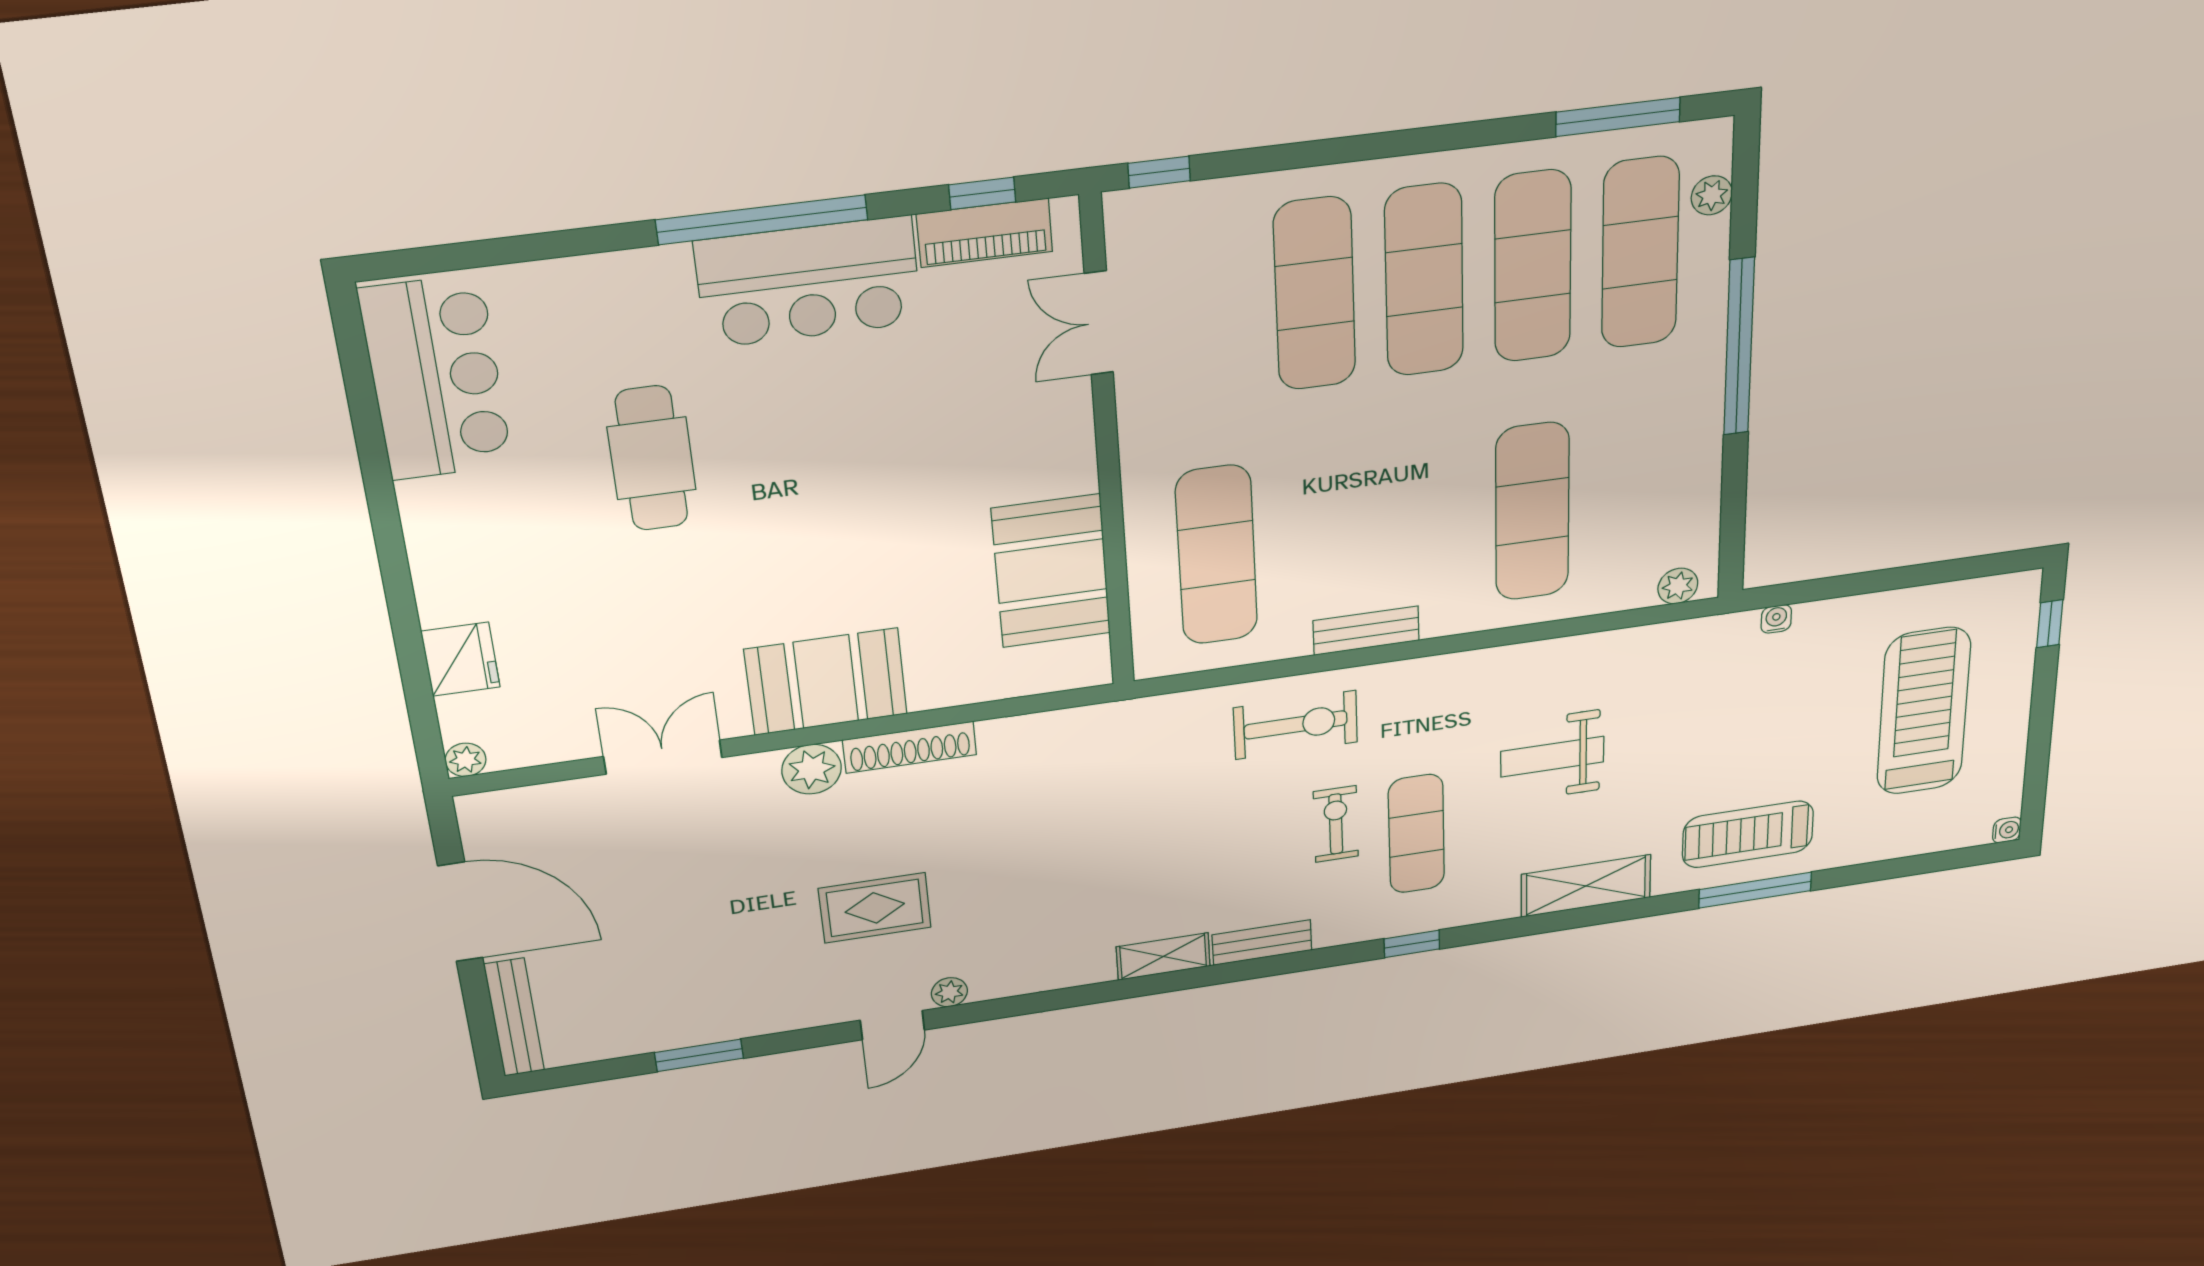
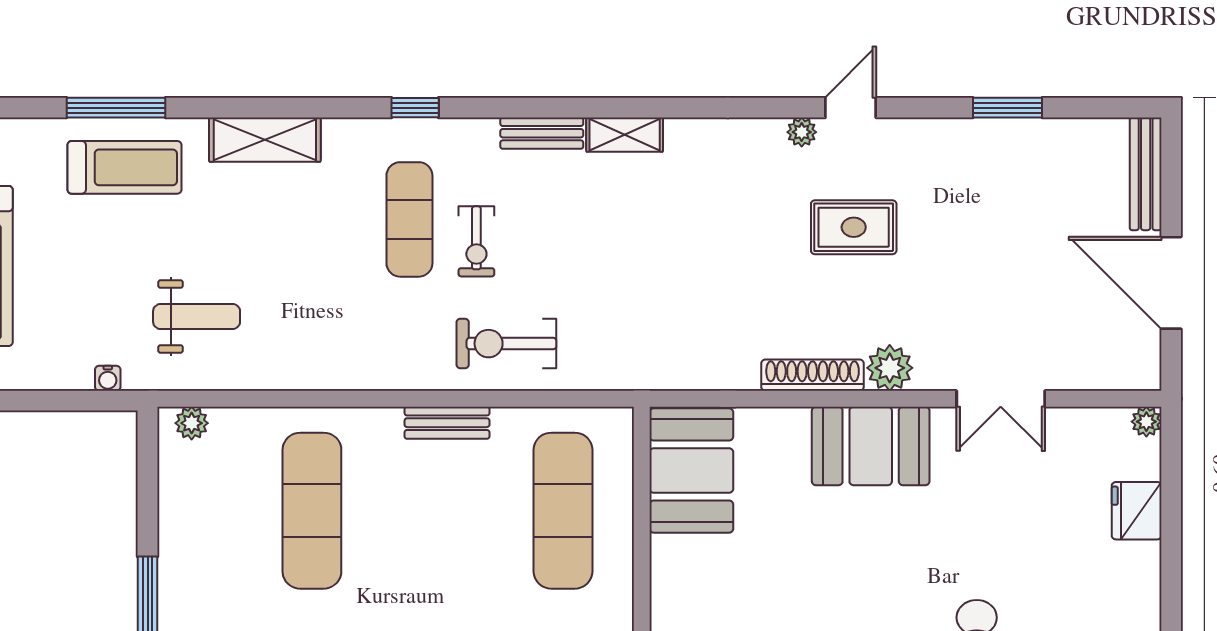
booth: (1051, 571) -> (691, 471), moved
weight bench: (1552, 757) -> (197, 317), moved

